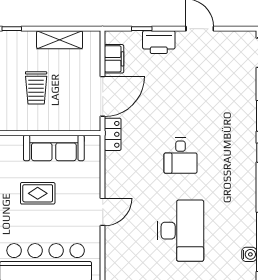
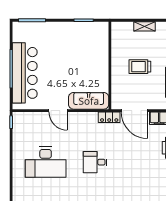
sofa: (54, 148) -> (89, 101), moved, turned 90
rug: (38, 193) -> (70, 68), removed

